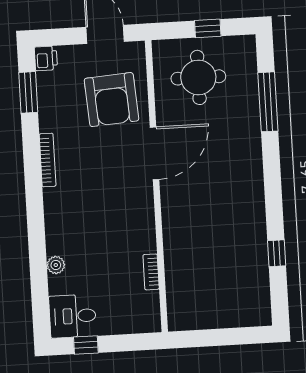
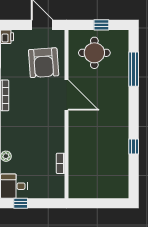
door: (155, 153) -> (67, 95), hinge flipped
window: (277, 253) -> (134, 146), moved

